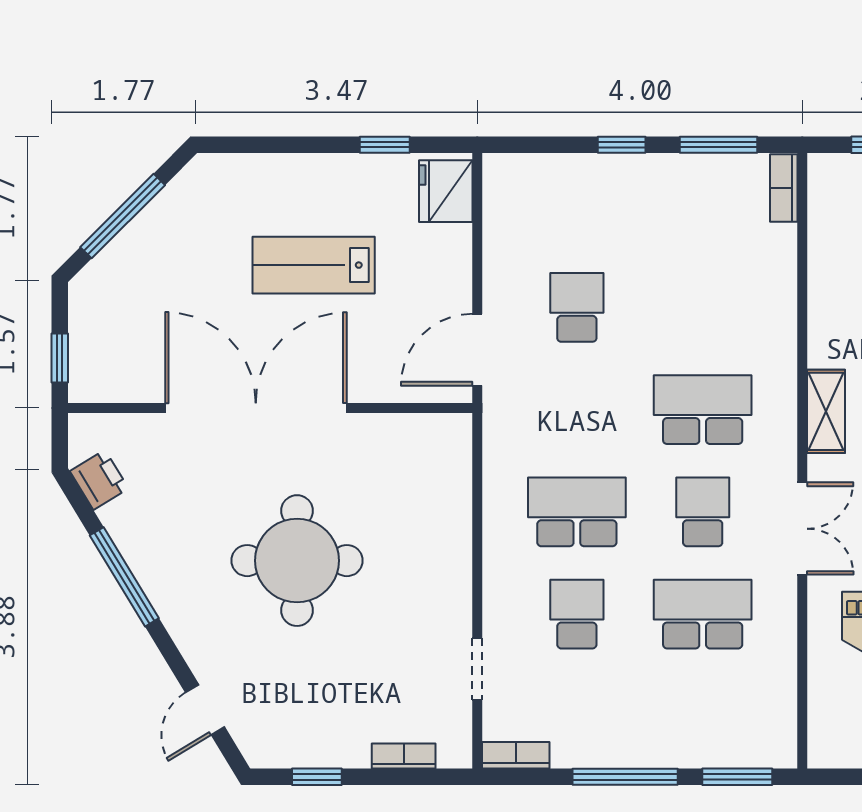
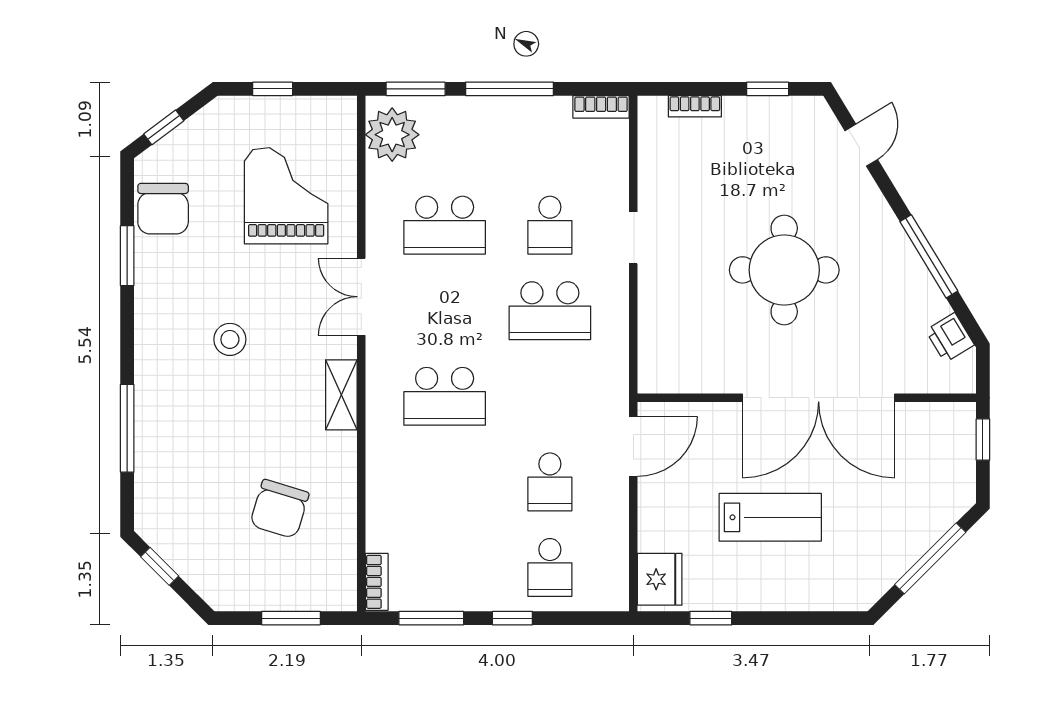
school desk: (703, 512) -> (550, 567), moved
doorway: (477, 669) -> (633, 238), moved
plant: (765, 722) -> (392, 135), added

